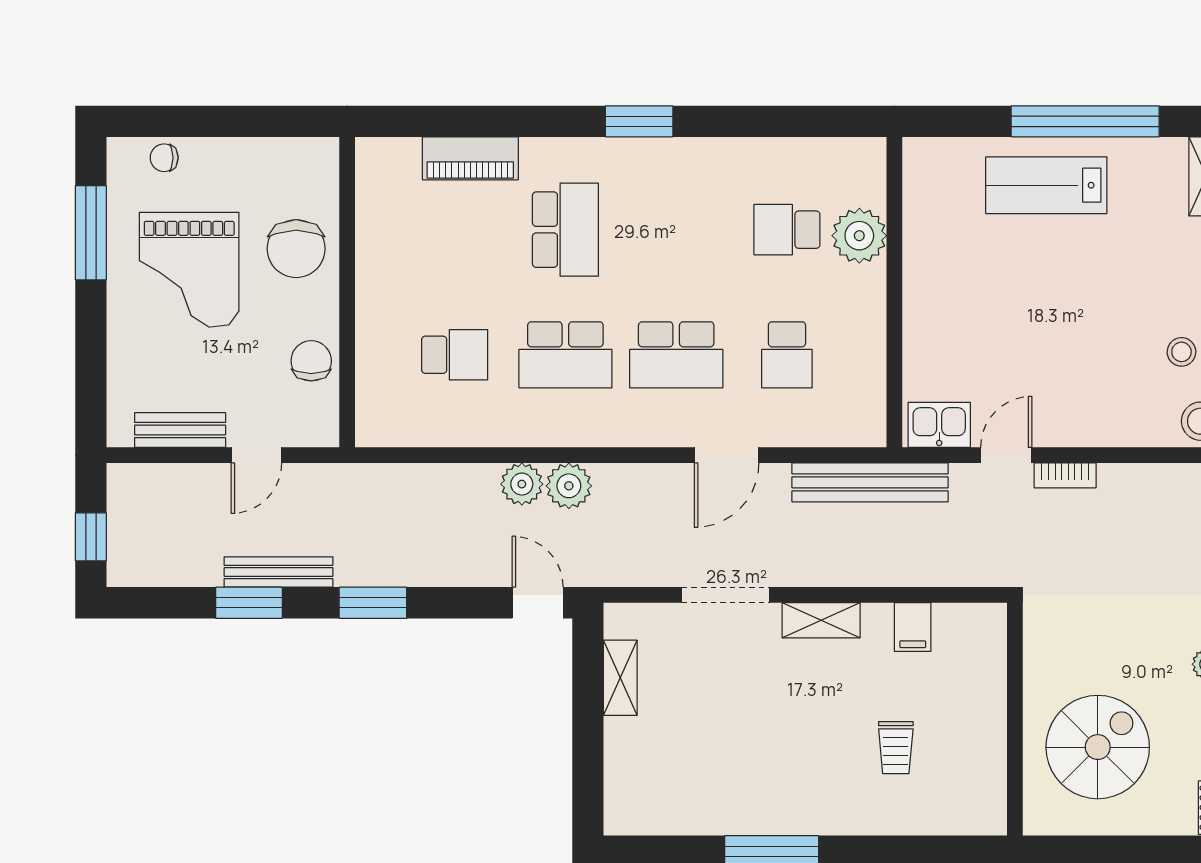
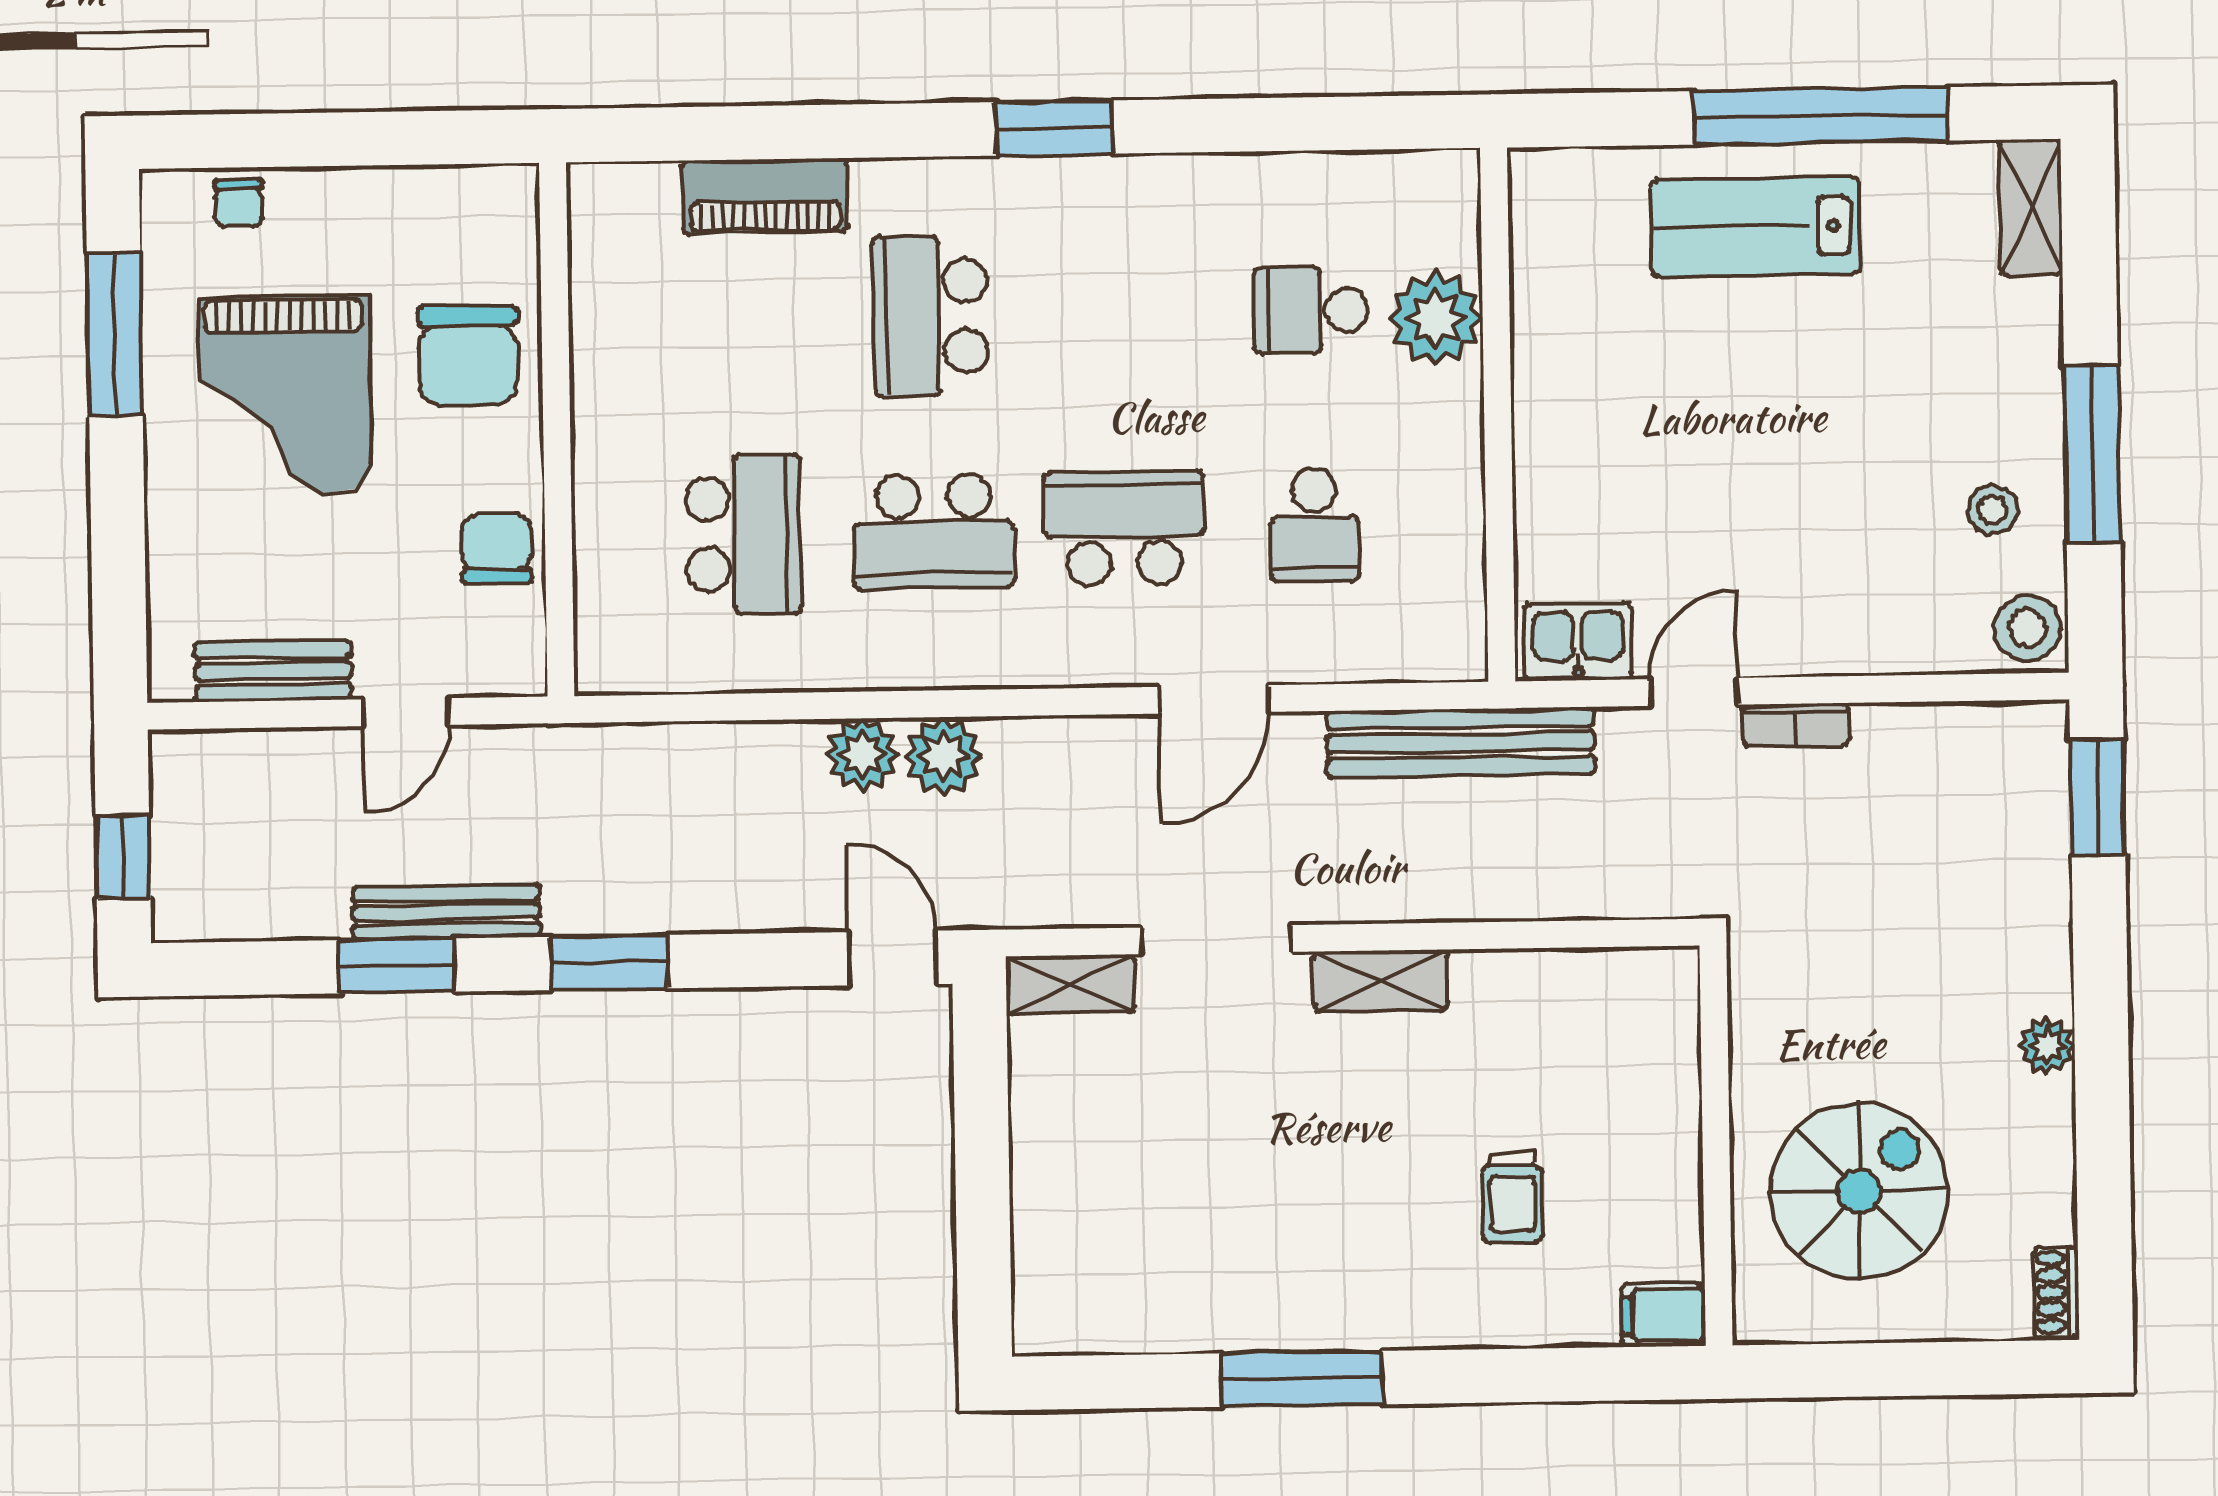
chair: (164, 158) -> (239, 203), turned -90
school desk: (565, 230) -> (930, 316), turned 180
school desk: (455, 355) -> (743, 534), width x1.85
school desk: (676, 355) -> (1124, 528), turned 180
filing cabinet: (913, 627) -> (1663, 1315), moved, turned 90
shelving: (620, 678) -> (1070, 984), moved, turned 90

